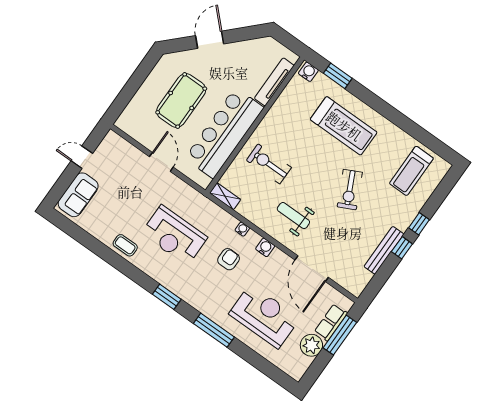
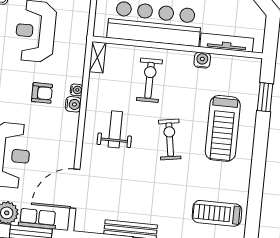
water cooler: (308, 72) -> (202, 60), moved, turned -90
exercise bike: (350, 190) -> (170, 140), moved, turned 107
water cooler: (265, 247) -> (73, 104), moved
door: (312, 269) -> (75, 189), moved

